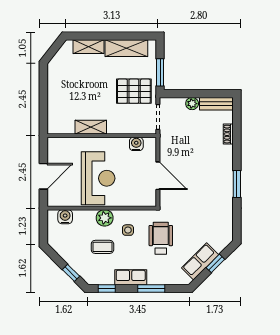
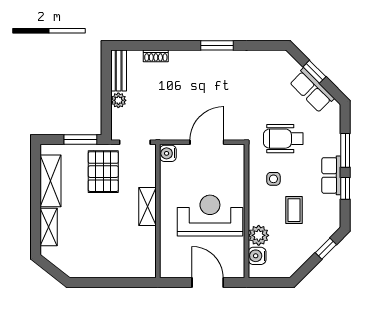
shelving: (91, 127) -> (147, 207), moved
water cooler: (136, 144) -> (168, 153), moved
plant: (105, 218) -> (259, 235), moved
window: (107, 289) -> (345, 188), moved

